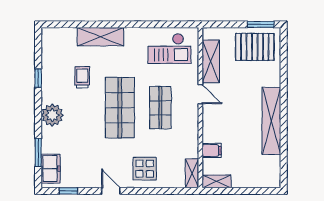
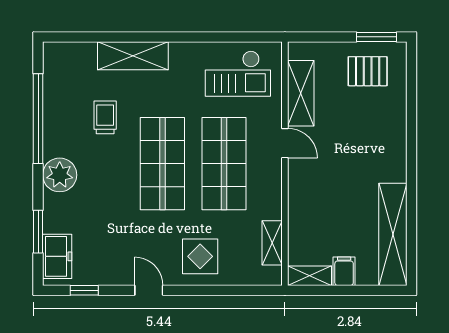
pallet: (255, 47) -> (368, 71), width x0.67, depth x0.71
window: (38, 78) -> (38, 119), width x3.17
shop shelf: (160, 108) -> (224, 164), width x1.43, depth x1.36
shelving: (271, 121) -> (393, 234), moved
filing cabinet: (212, 151) -> (344, 271), moved, turned -90
shelving: (192, 173) -> (272, 243), moved

